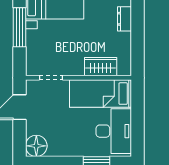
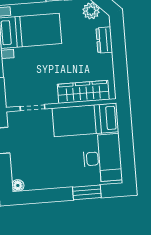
wardrobe: (101, 67) -> (83, 92), width x1.50
floor lamp: (36, 146) -> (18, 185), width x0.53, depth x0.53

